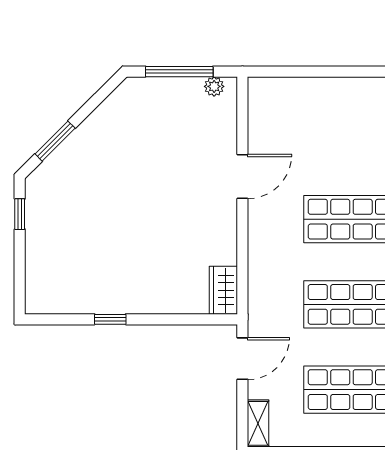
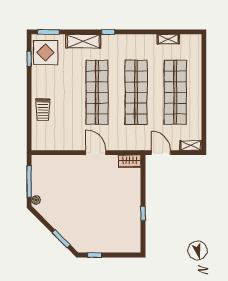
plant: (214, 86) -> (36, 200), moved
trolley: (336, 101) -> (43, 110), added
door: (242, 176) -> (96, 153), moved

